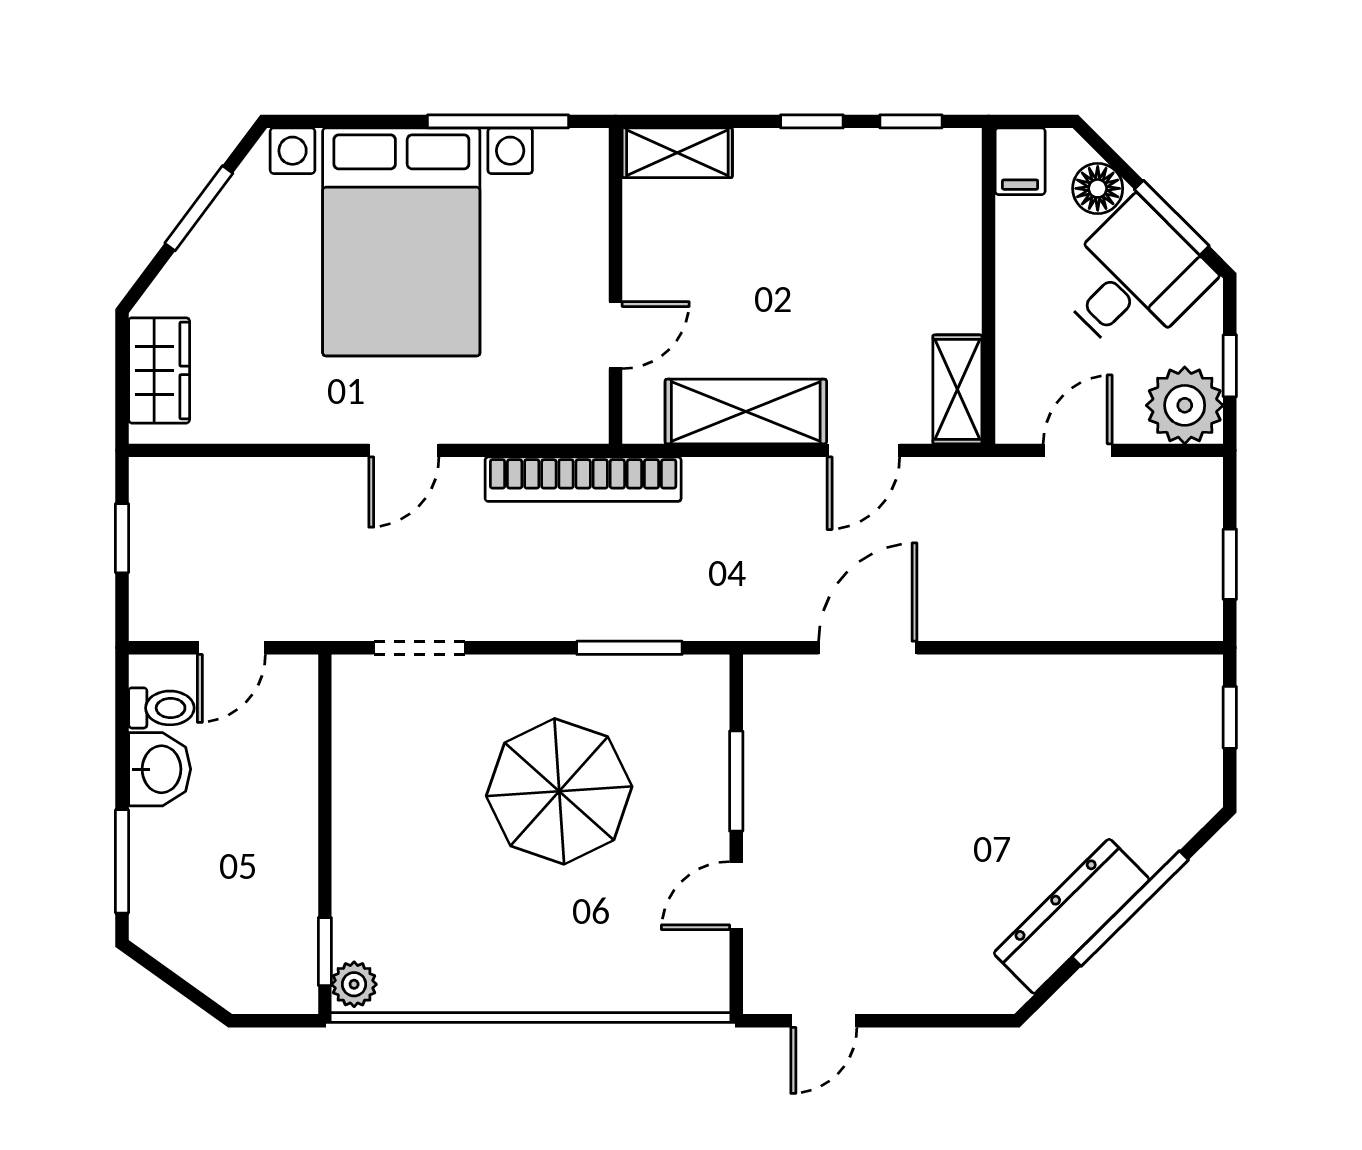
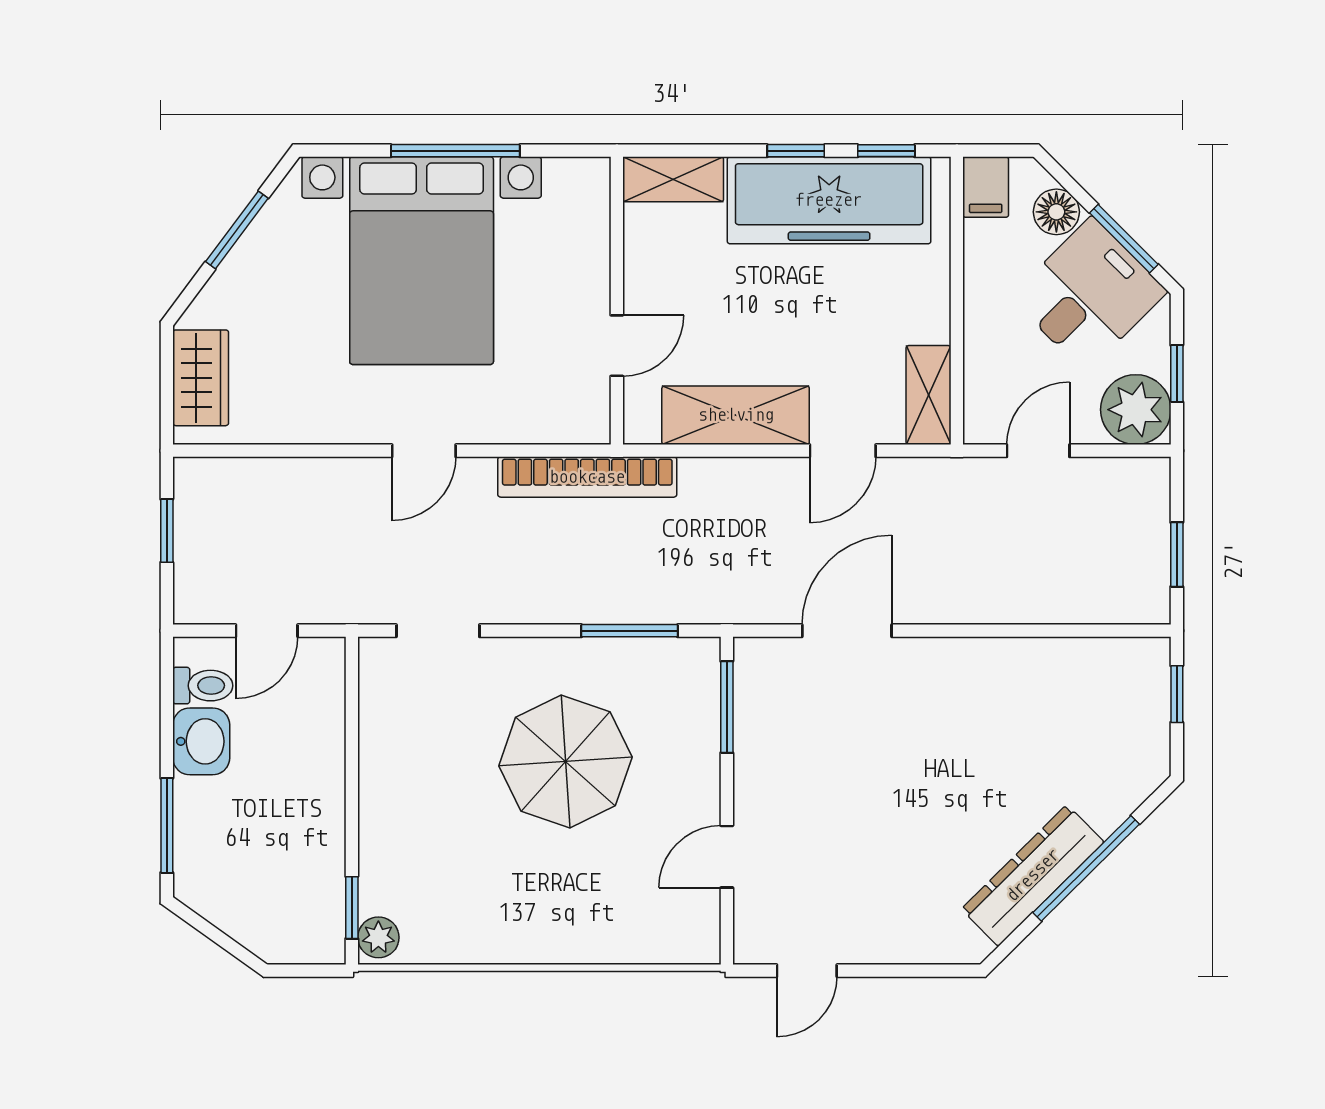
window: (498, 121) -> (455, 151), moved
freezer: (848, 176) -> (829, 200), added
window: (736, 781) -> (727, 707), moved

